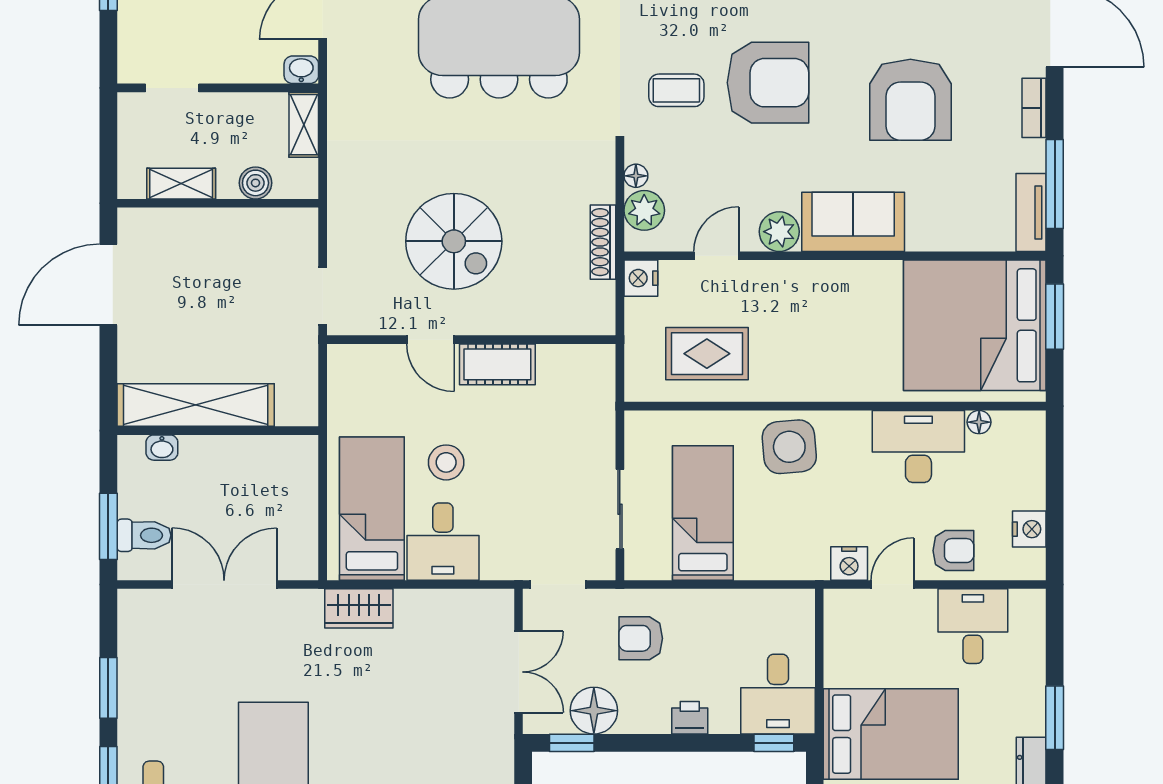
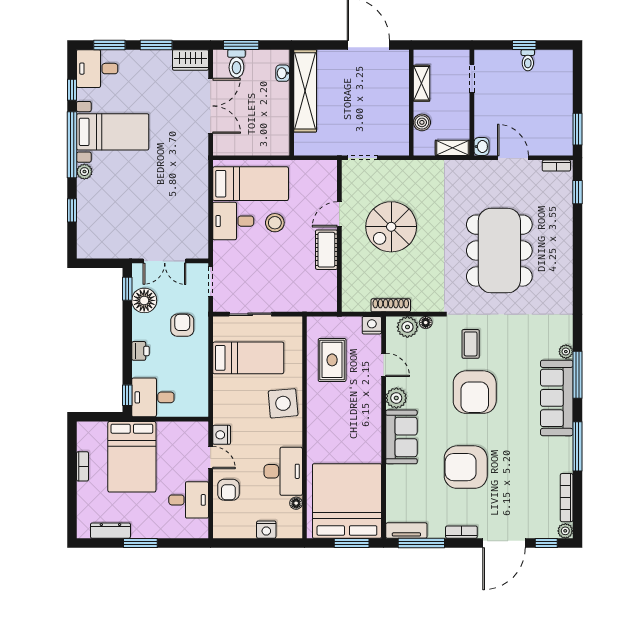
nightstand: (1029, 529) -> (266, 530), moved
wardrobe: (359, 608) -> (190, 60), moved, turned -90

